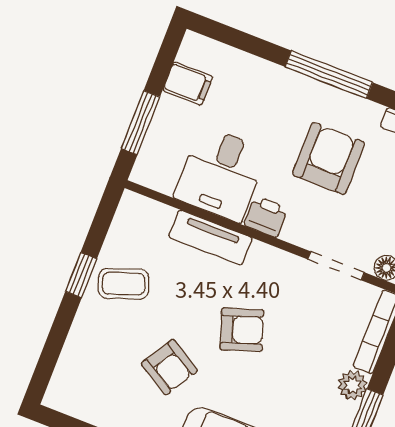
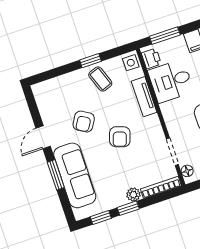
side table: (138, 213) -> (131, 63), added
printer: (266, 217) -> (151, 59), moved
armchair: (242, 330) -> (120, 137), turned 38

